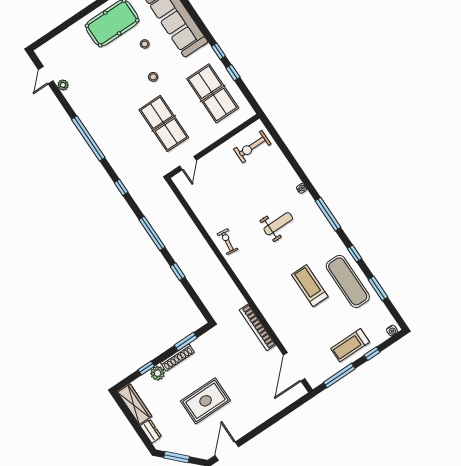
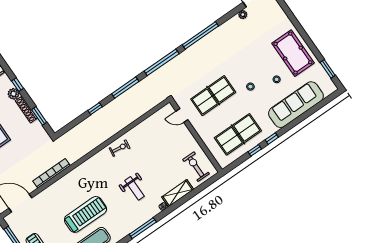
shelving: (285, 170) -> (178, 193), added
window: (121, 187) -> (162, 62), width x3.17
treadmill: (310, 286) -> (85, 214), width x1.37, depth x1.38

